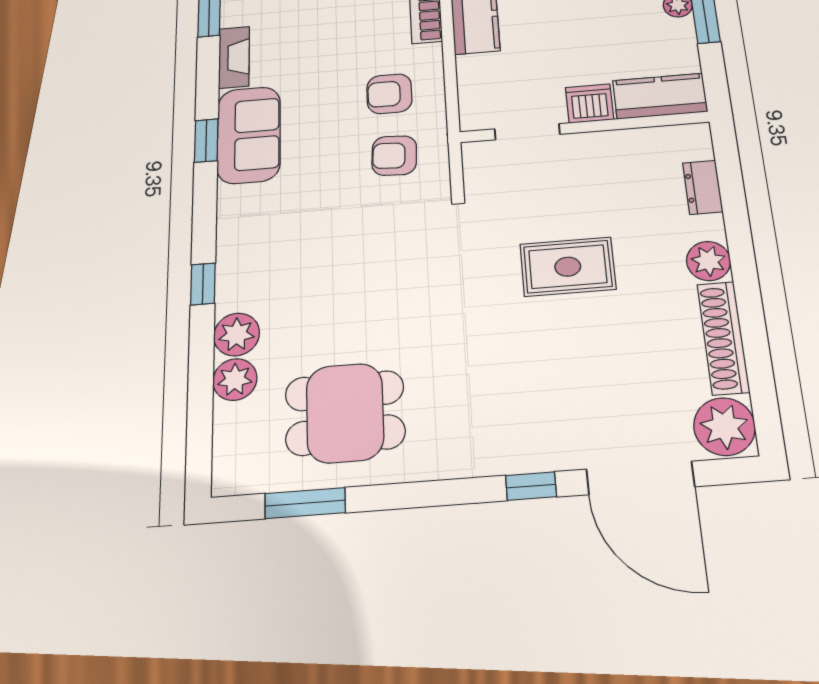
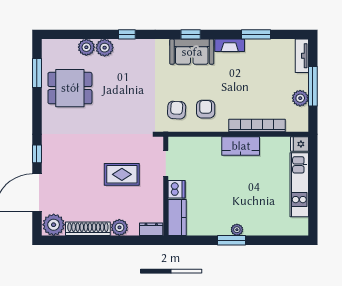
kitchen counter: (660, 96) -> (177, 218), moved
dishwasher: (590, 103) -> (176, 189), moved
wall: (584, 127) -> (166, 186), moved
doorway: (527, 132) -> (166, 163), moved
rug: (568, 267) -> (122, 174), turned 90
dining table: (345, 413) -> (70, 88), turned 90

